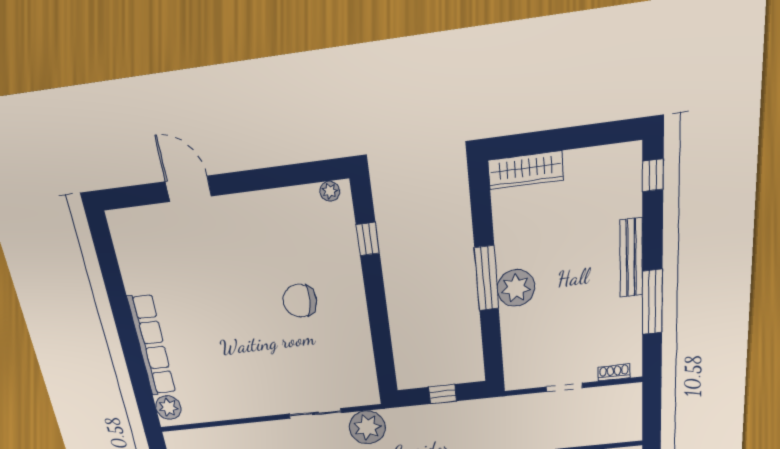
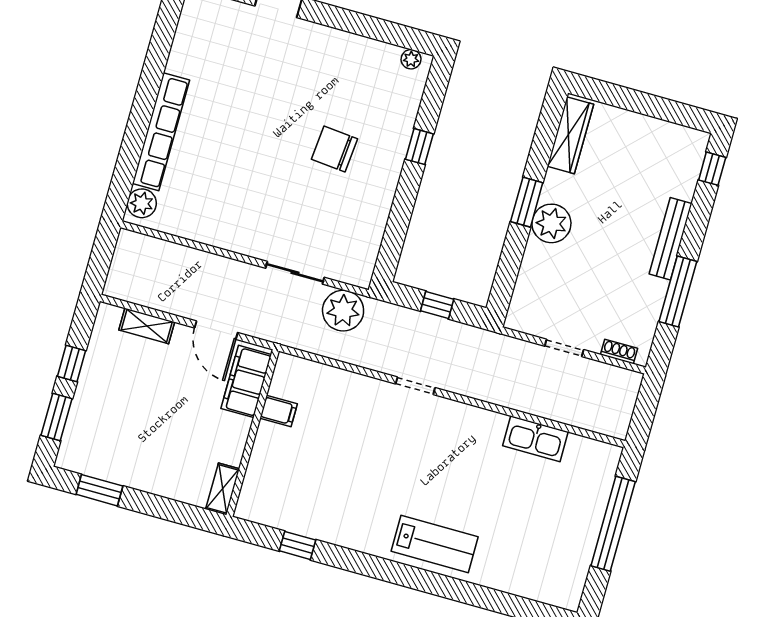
wardrobe: (526, 170) -> (570, 135), moved, turned -90
window: (368, 239) -> (419, 147), moved
window: (487, 278) -> (527, 202), width x0.69

